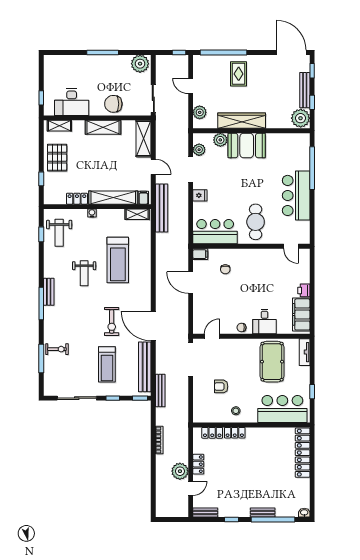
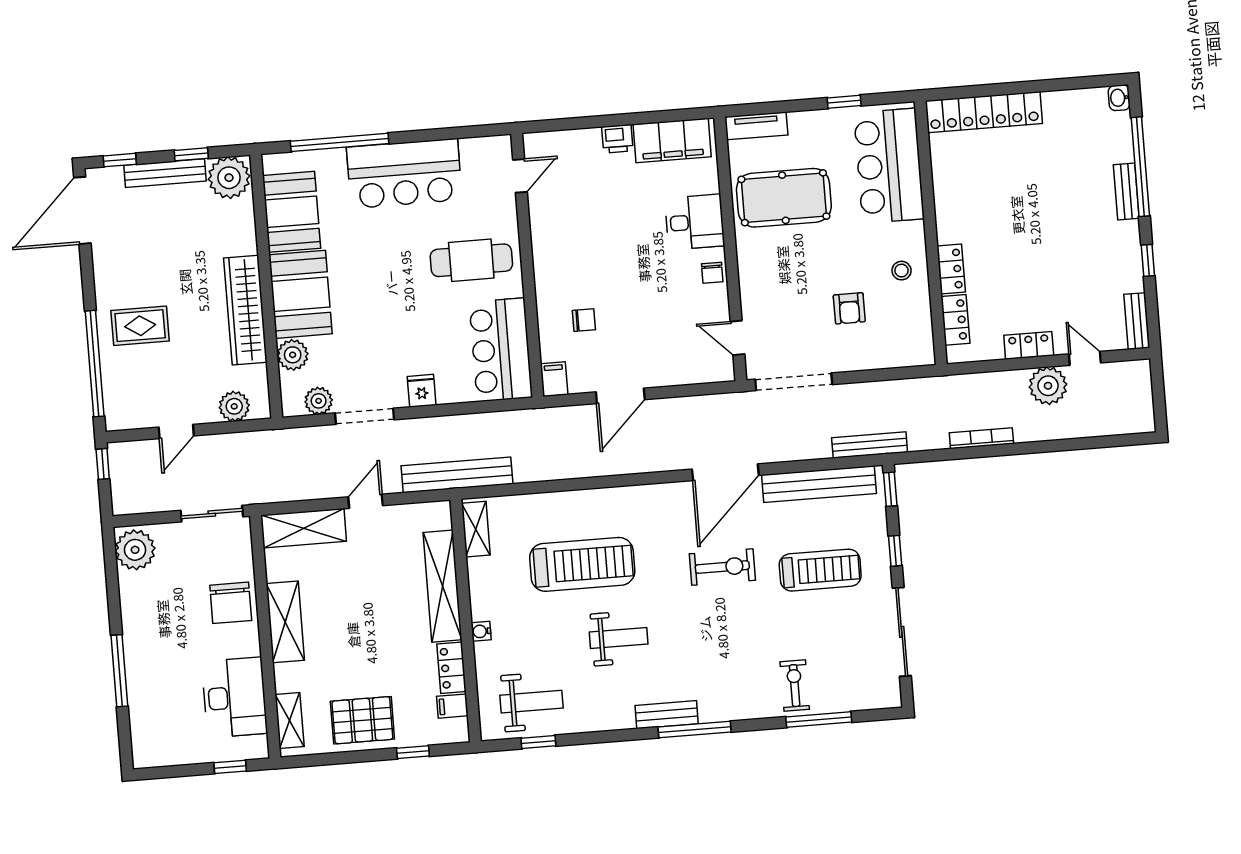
window: (103, 52) -> (119, 671), moved
booth: (283, 145) -> (292, 212), added
filing cabinet: (143, 198) -> (452, 706), moved

